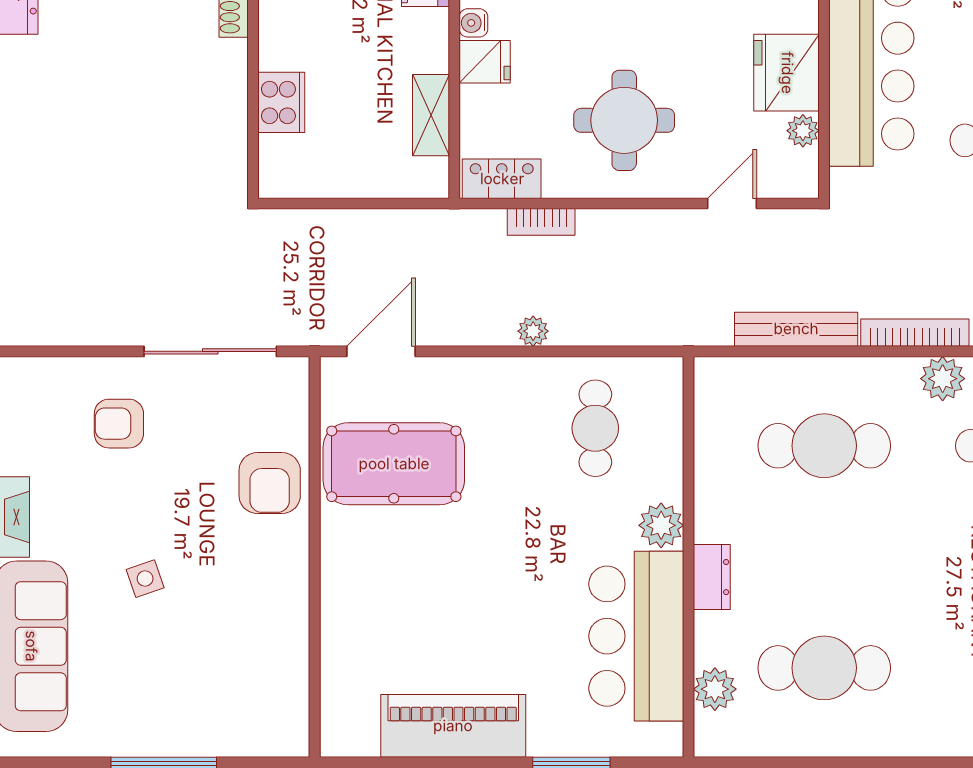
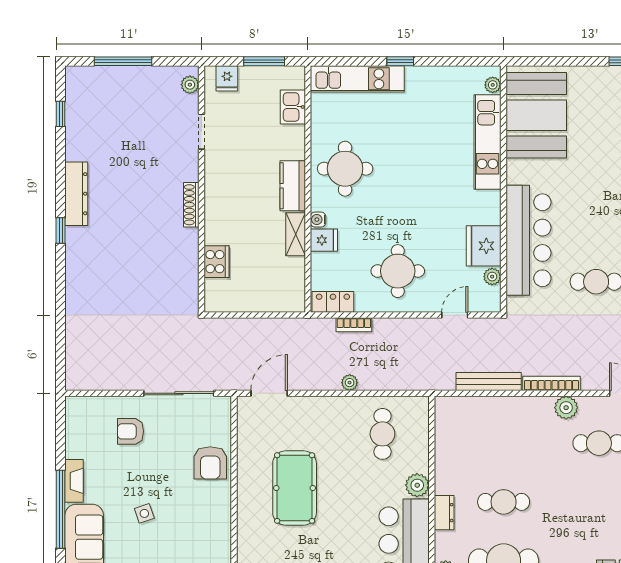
shelving: (431, 115) -> (296, 234), moved
cafe table: (824, 446) -> (504, 502), moved, width x0.73, depth x0.74
pool table: (394, 464) -> (295, 488), moved, turned 90

